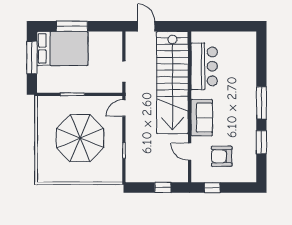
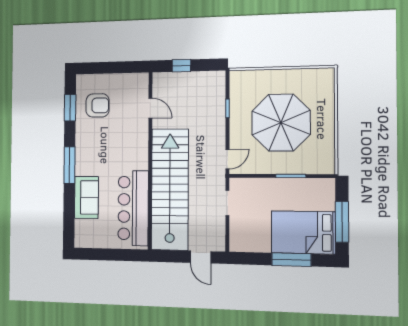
bar counter: (204, 66) -> (133, 208), width x1.36
sofa: (202, 118) -> (86, 197), moved, turned 180
window: (261, 142) -> (70, 108), moved
armchair: (222, 156) -> (98, 105), moved
window: (212, 188) -> (125, 67), removed

